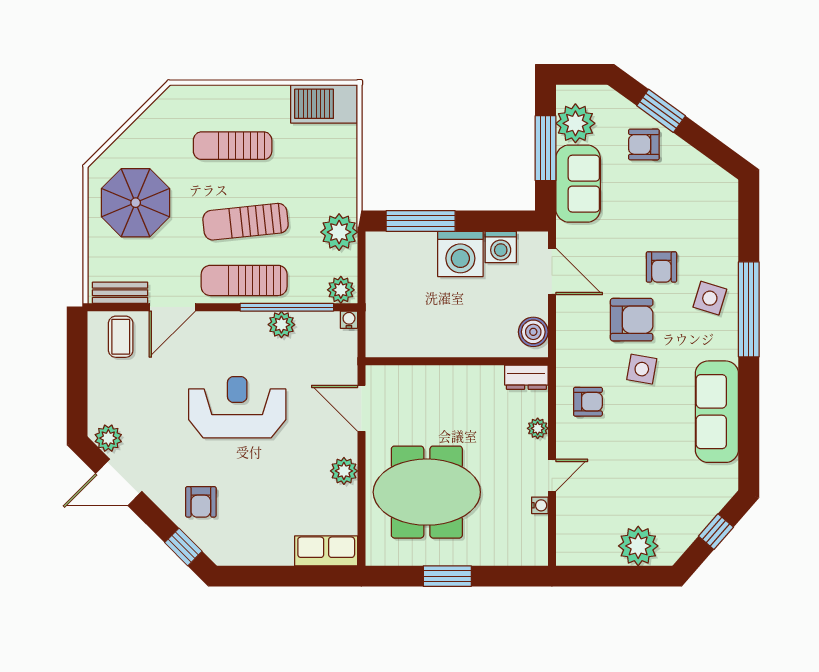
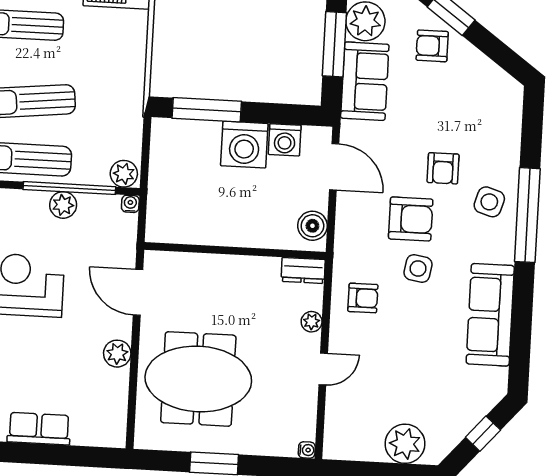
plant: (339, 232) -> (125, 116), removed
water cooler: (540, 505) -> (307, 450), moved
row of seats: (326, 551) -> (39, 429), moved

